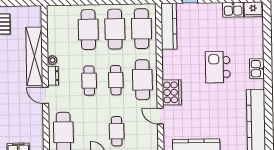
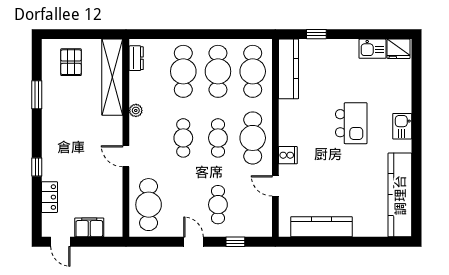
shelving: (34, 56) -> (112, 77), moved
kitchen island: (218, 67) -> (351, 123), turned 180
dresser: (53, 76) -> (136, 58), moved
cooker: (172, 92) -> (288, 155), width x0.53, depth x0.76

